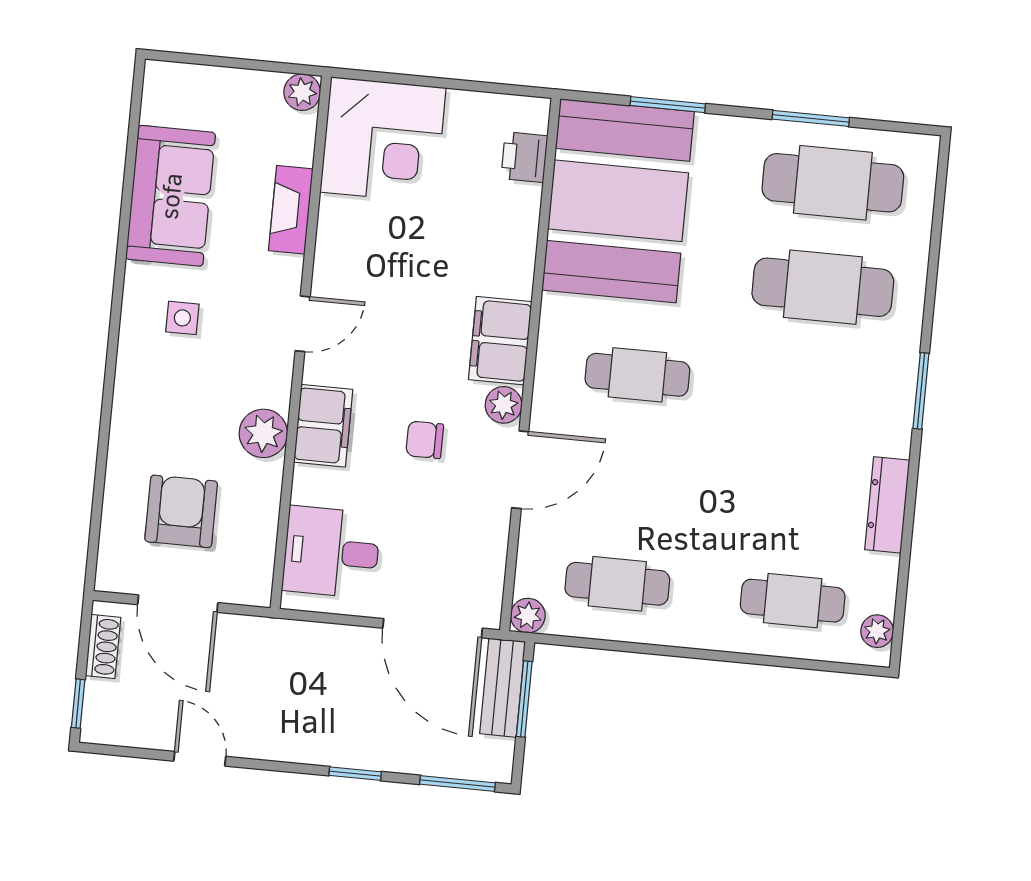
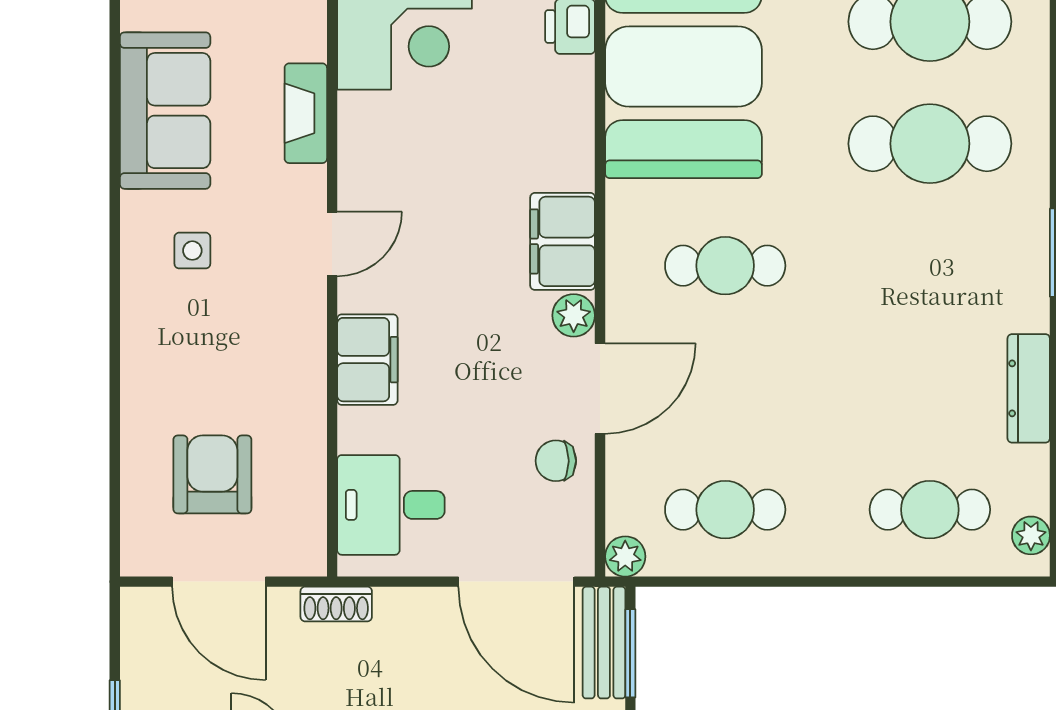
plant: (263, 433) -> (299, 375), removed
chair: (425, 440) -> (556, 461), moved
shoe rack: (103, 646) -> (336, 604), moved, turned 90

